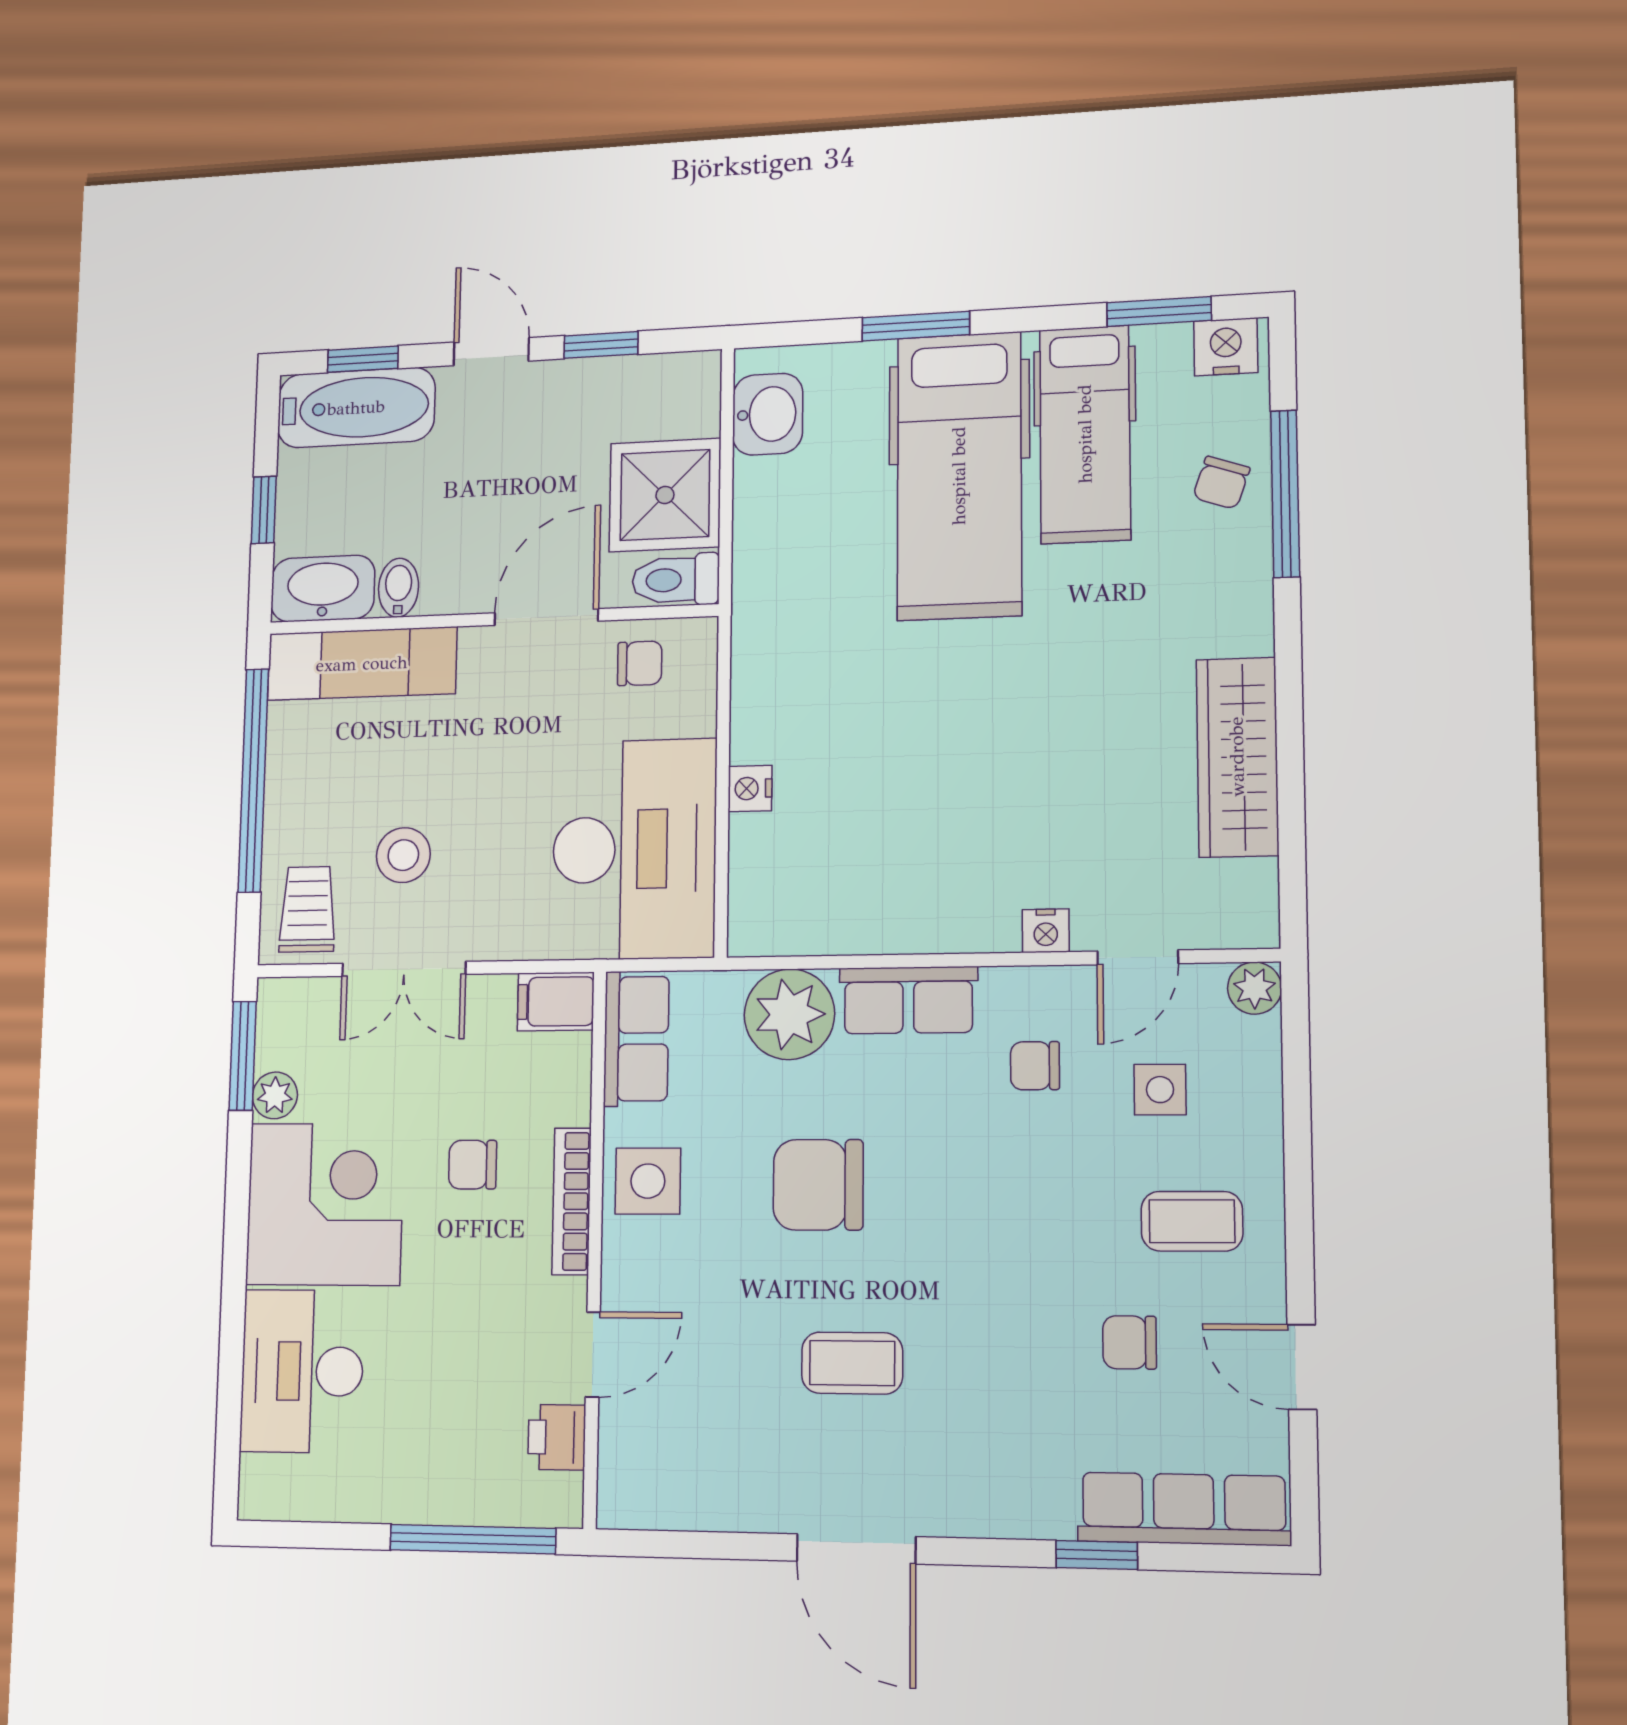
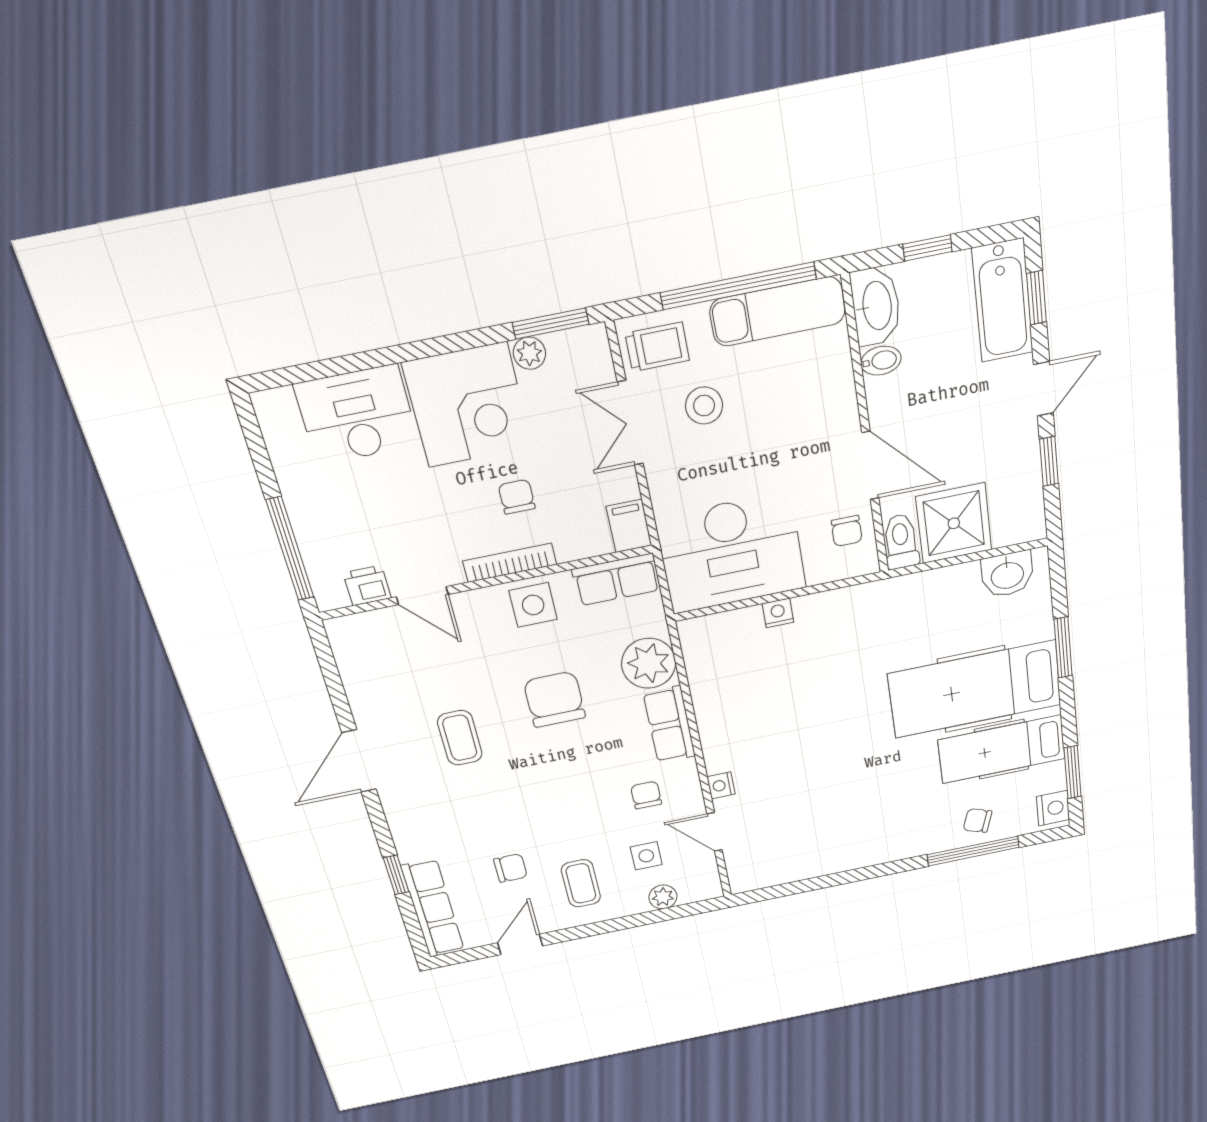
exam couch: (362, 664) -> (778, 311), moved, turned -90
wardrobe: (1237, 757) -> (829, 857), removed
plant: (1255, 988) -> (663, 897), moved
chair: (1130, 1342) -> (510, 868), turned 90

